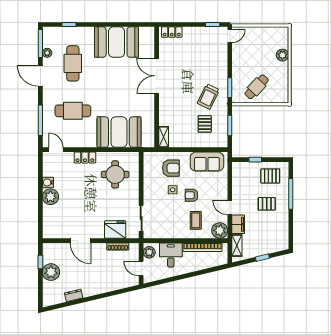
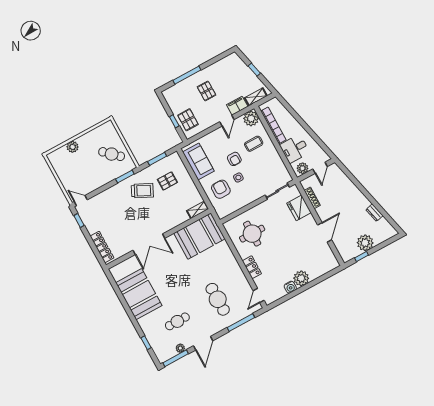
locker: (172, 32) -> (102, 247), width x1.53
cafe table: (73, 63) -> (177, 321), width x0.73, depth x0.74
booth: (119, 132) -> (199, 236), moved, turned 90
pallet: (270, 176) -> (188, 120), moved

